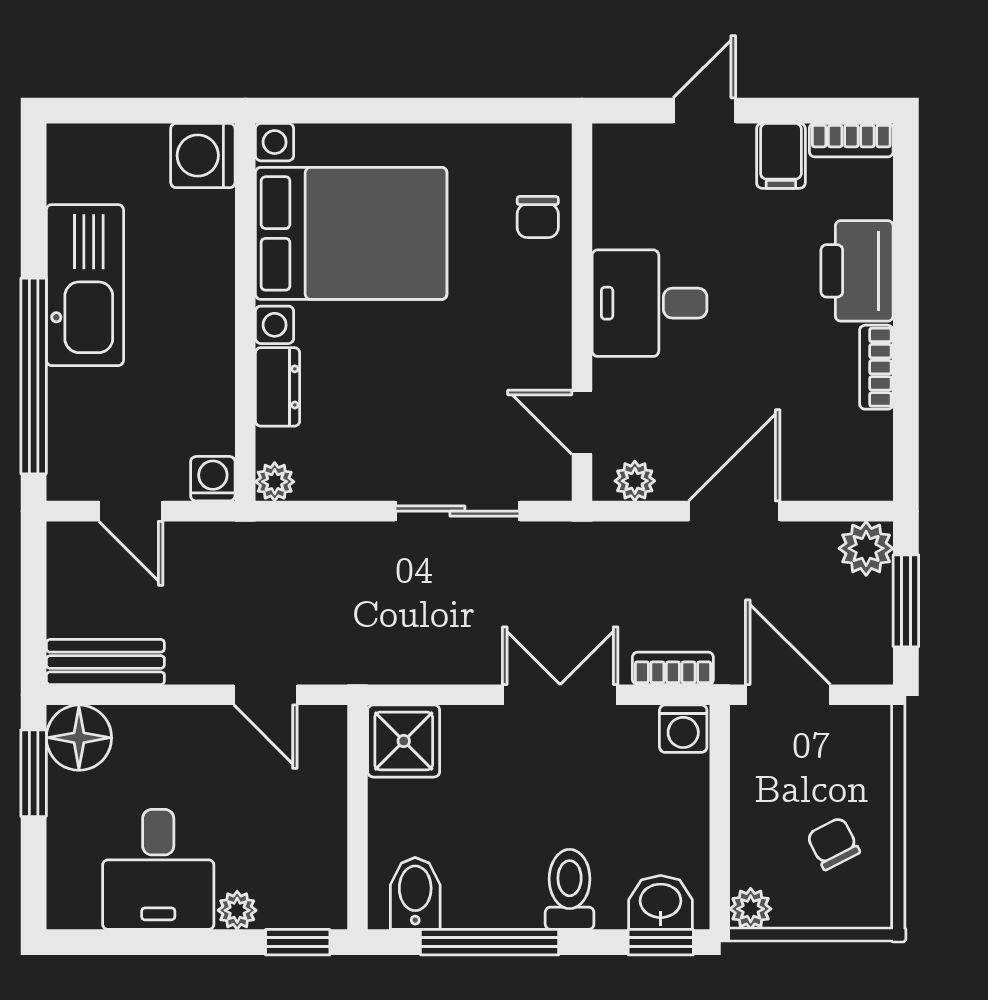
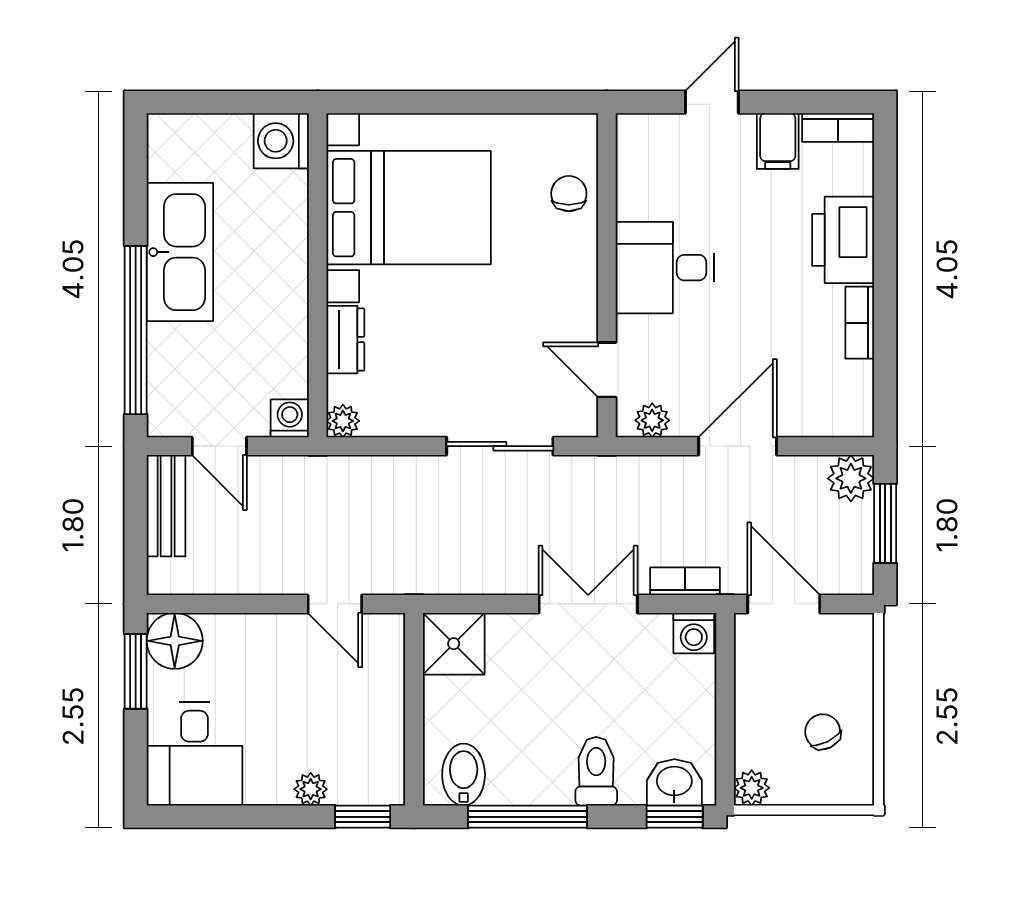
chair: (538, 217) -> (569, 194), turned 180
bench: (105, 662) -> (166, 506), moved, turned 90
desk: (158, 869) -> (194, 754), moved

